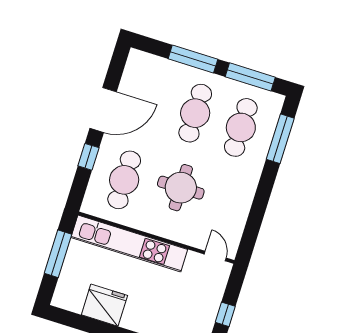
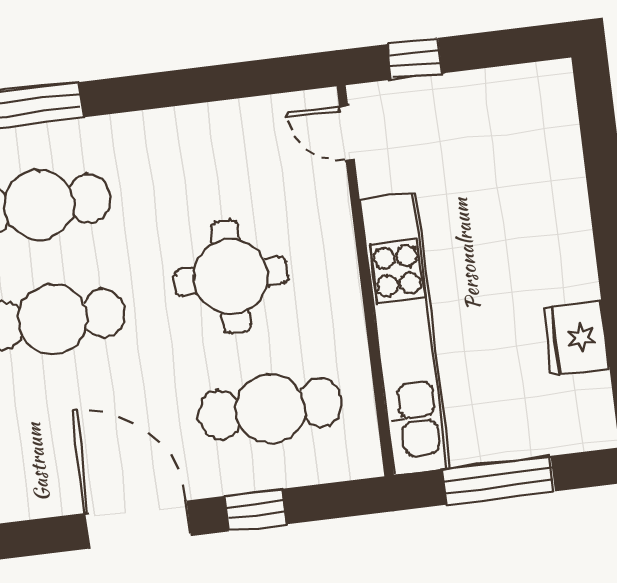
door: (215, 256) -> (347, 133), hinge flipped
fridge: (104, 305) -> (576, 338), width x0.73, depth x0.75
window: (225, 314) -> (415, 59), moved

